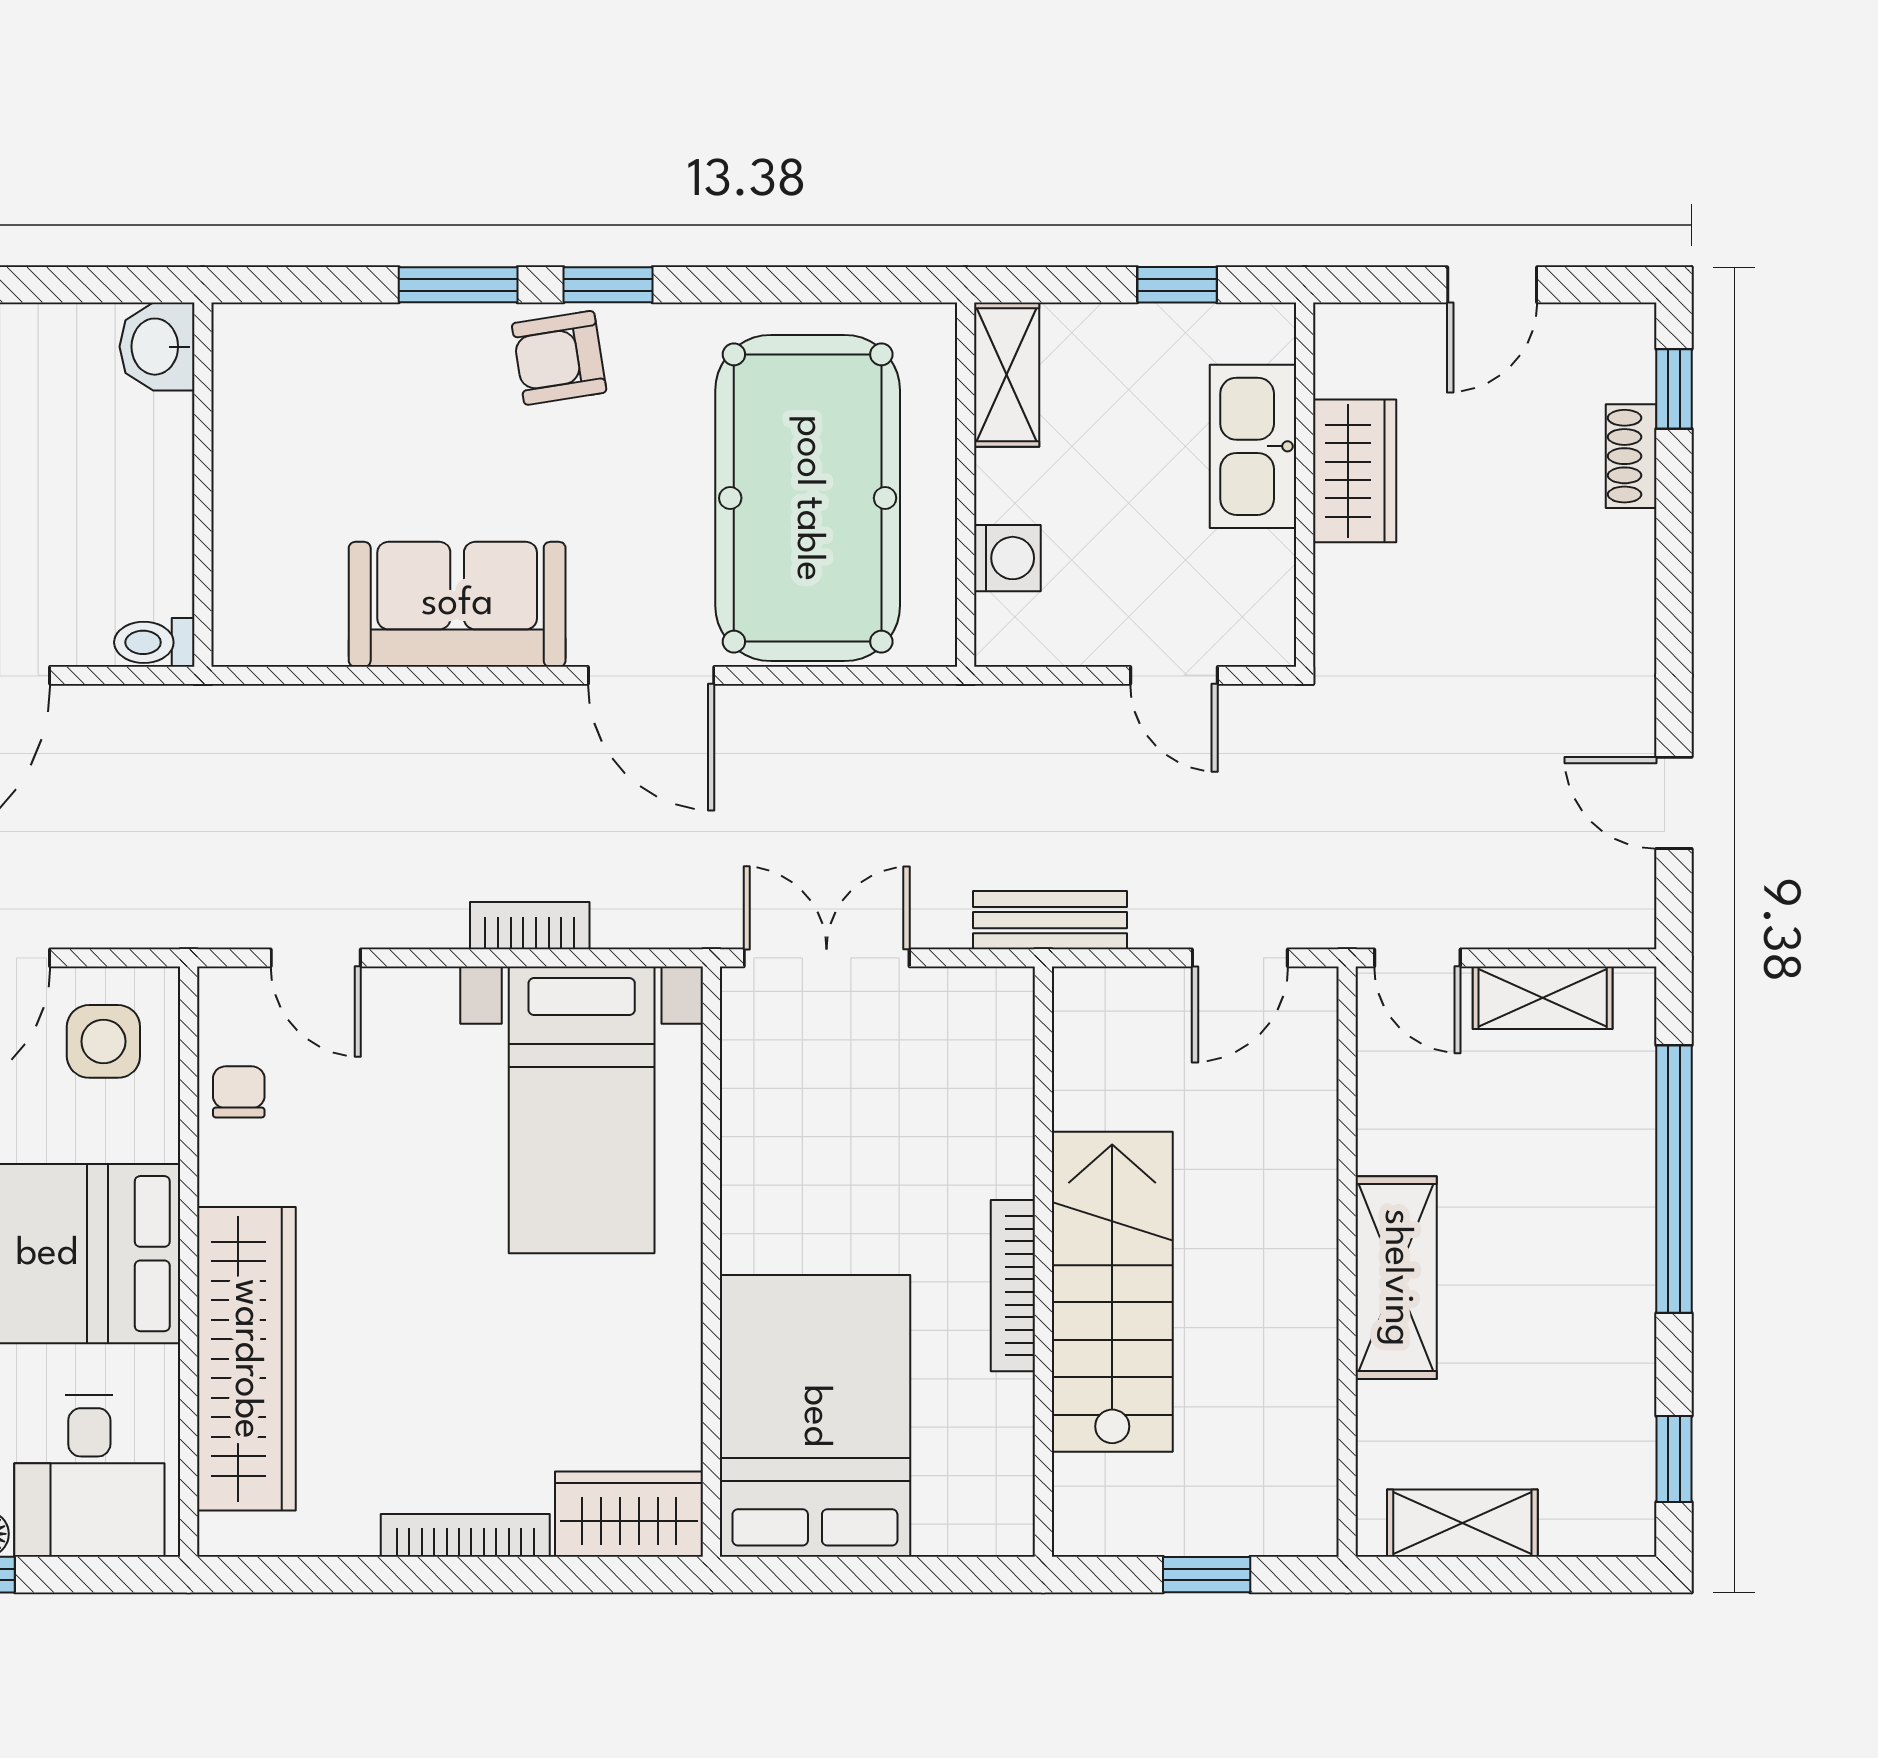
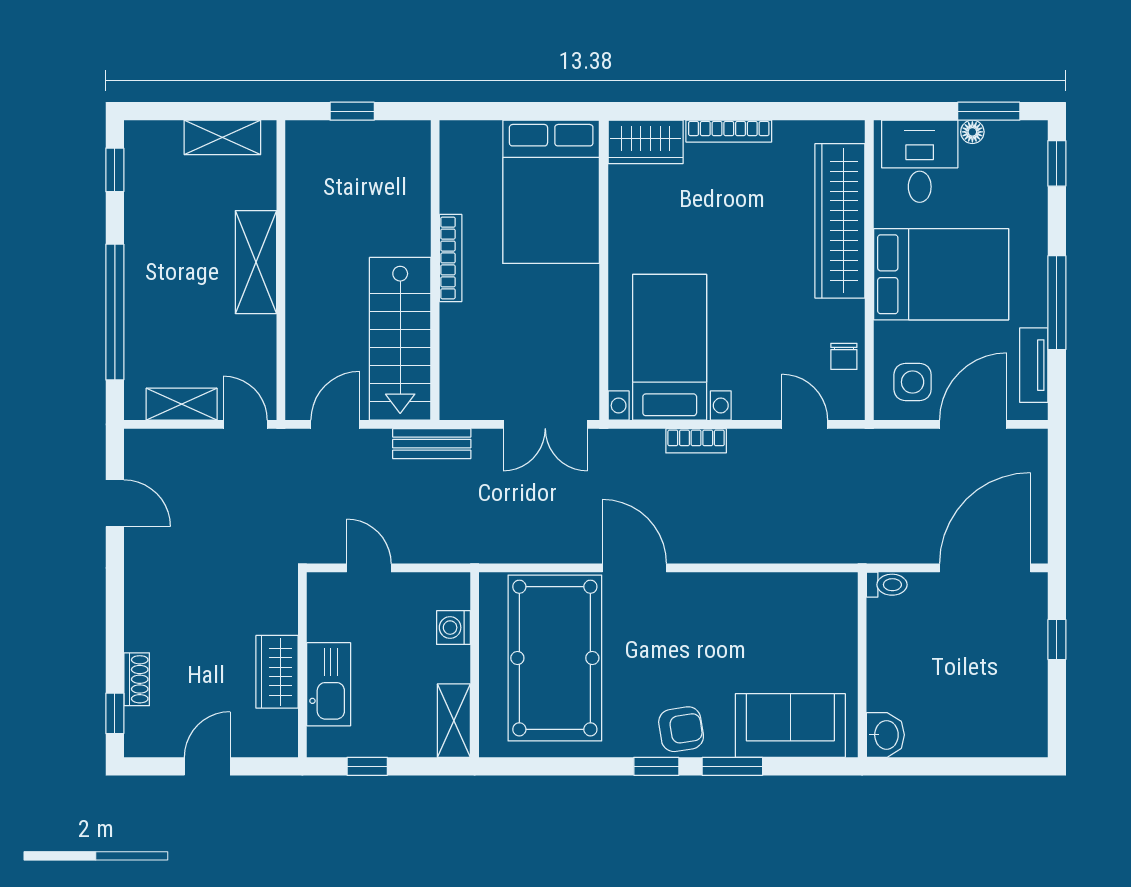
sofa: (457, 604) -> (790, 726), moved, turned 180
stairs: (1112, 1292) -> (400, 339), moved

